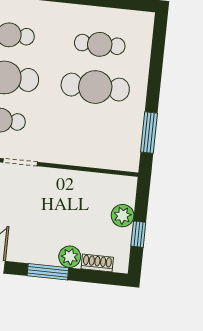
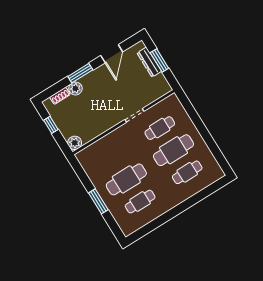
window: (149, 133) -> (98, 201), moved
plant: (123, 216) -> (75, 143), moved

